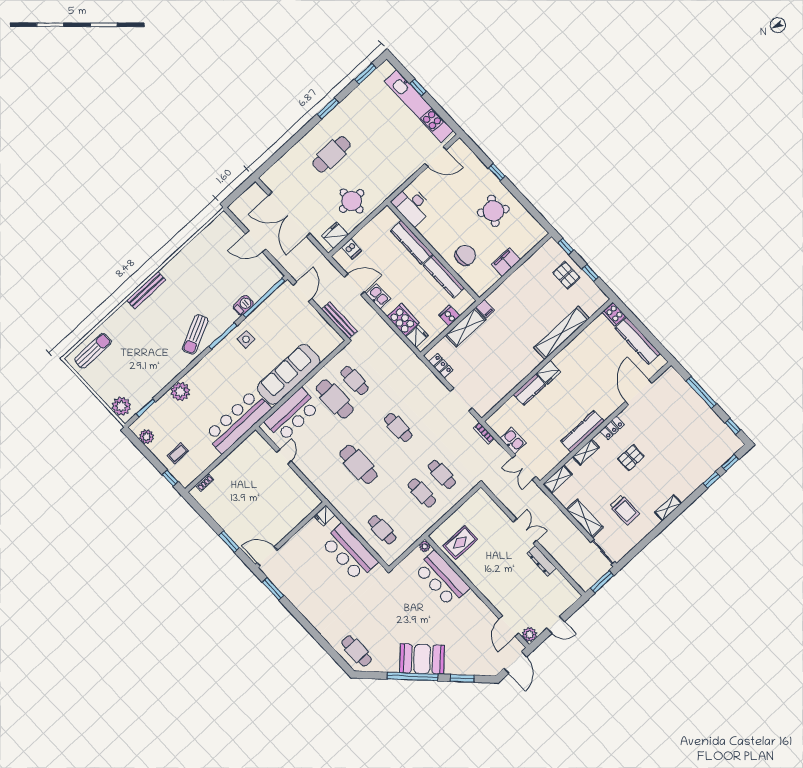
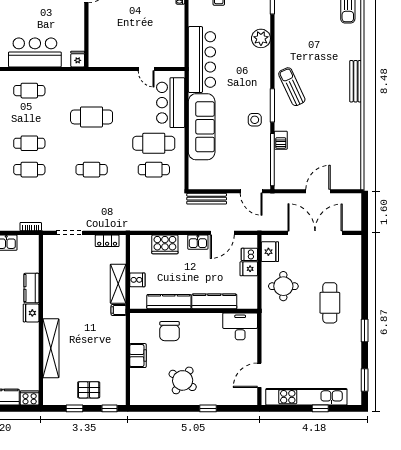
fridge: (417, 336) -> (249, 269), moved, turned 90

